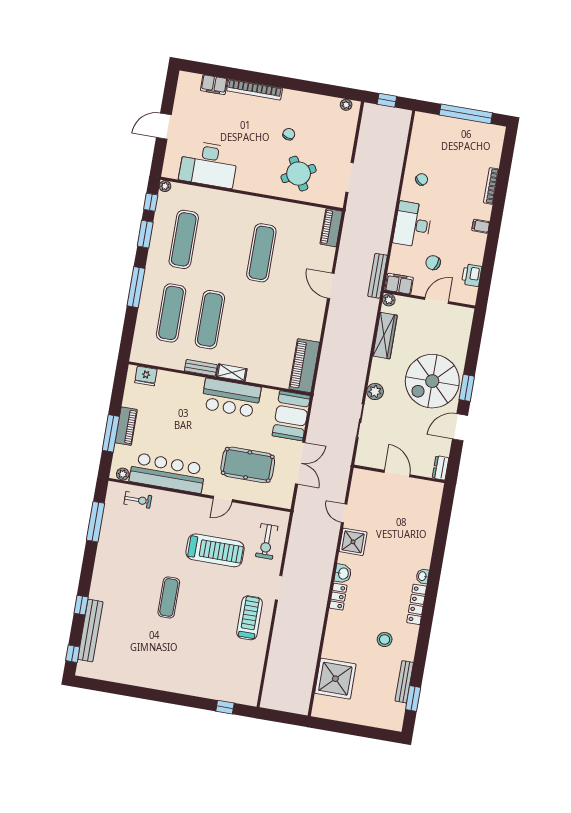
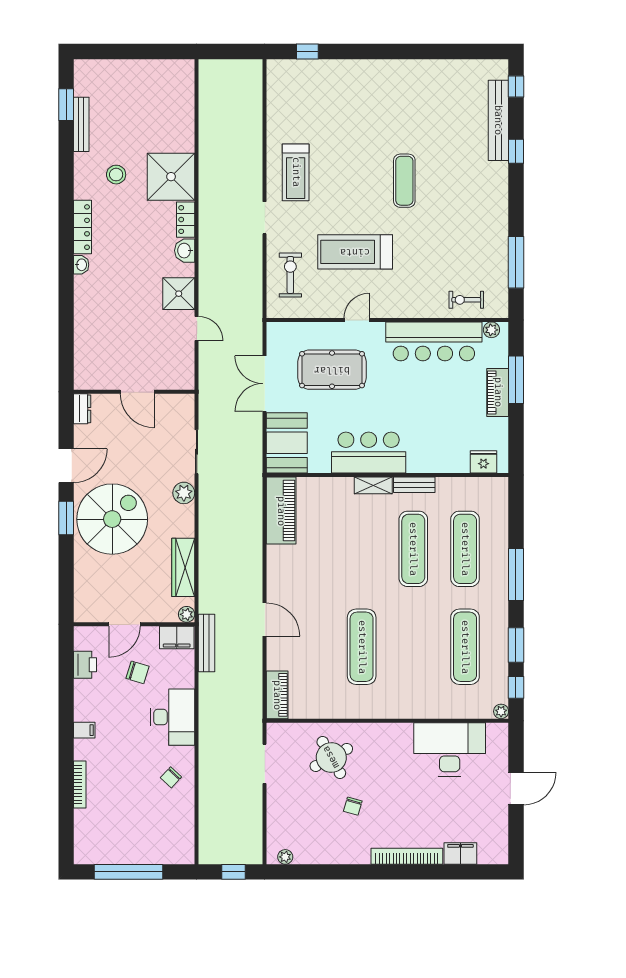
shower: (335, 679) -> (171, 177), moved

